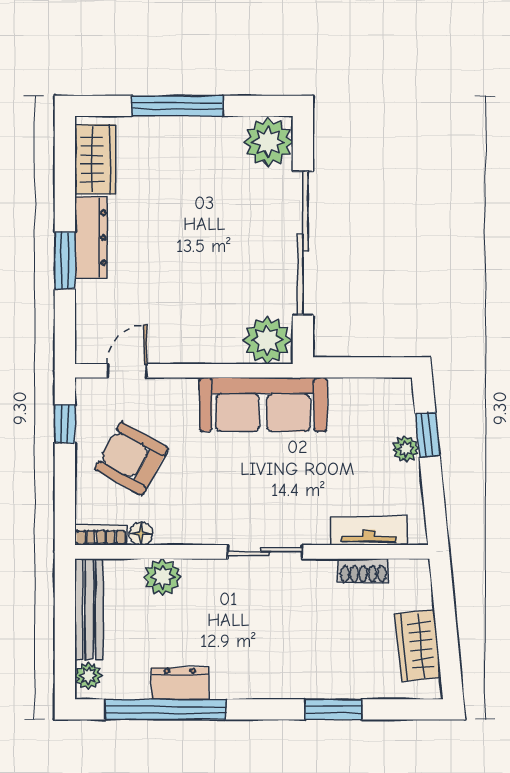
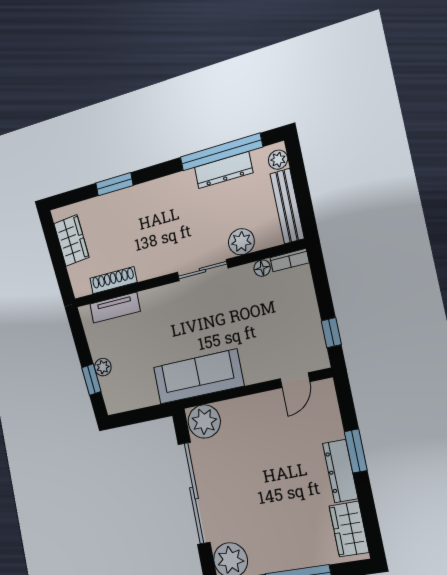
armchair: (131, 459) -> (279, 319), removed
sliding door: (265, 552) -> (202, 270), moved
shoe rack: (363, 571) -> (113, 280), width x1.43
dresser: (180, 683) -> (224, 170), width x1.44

